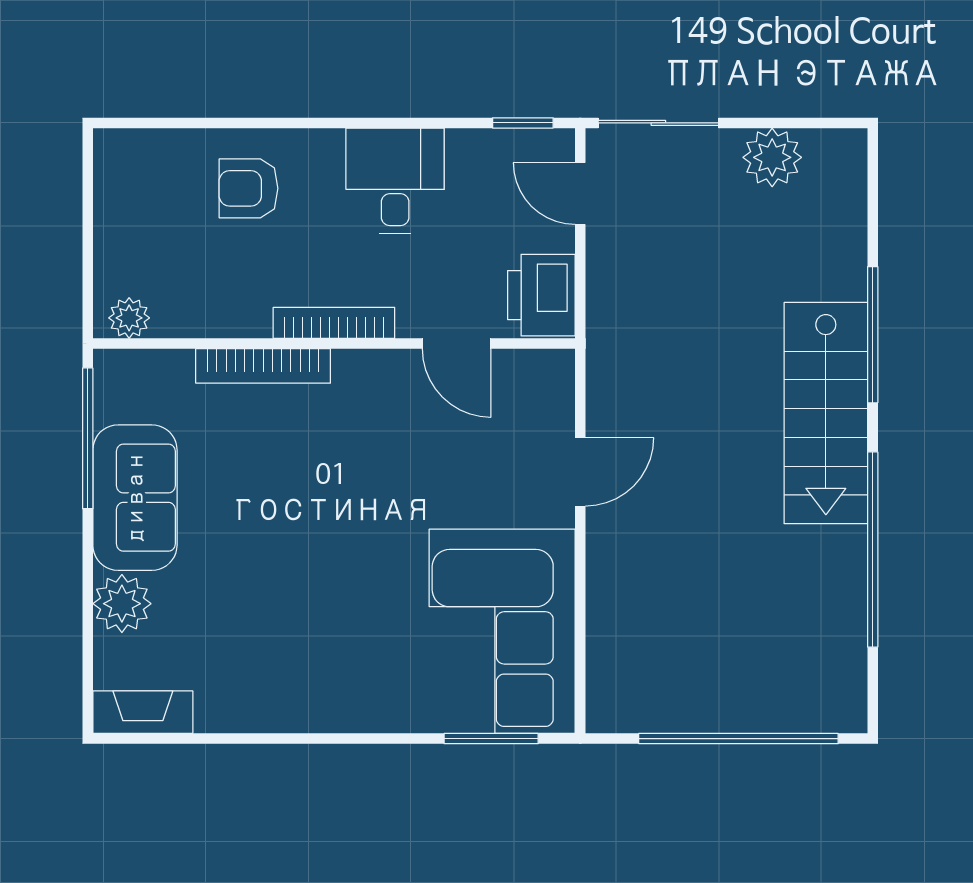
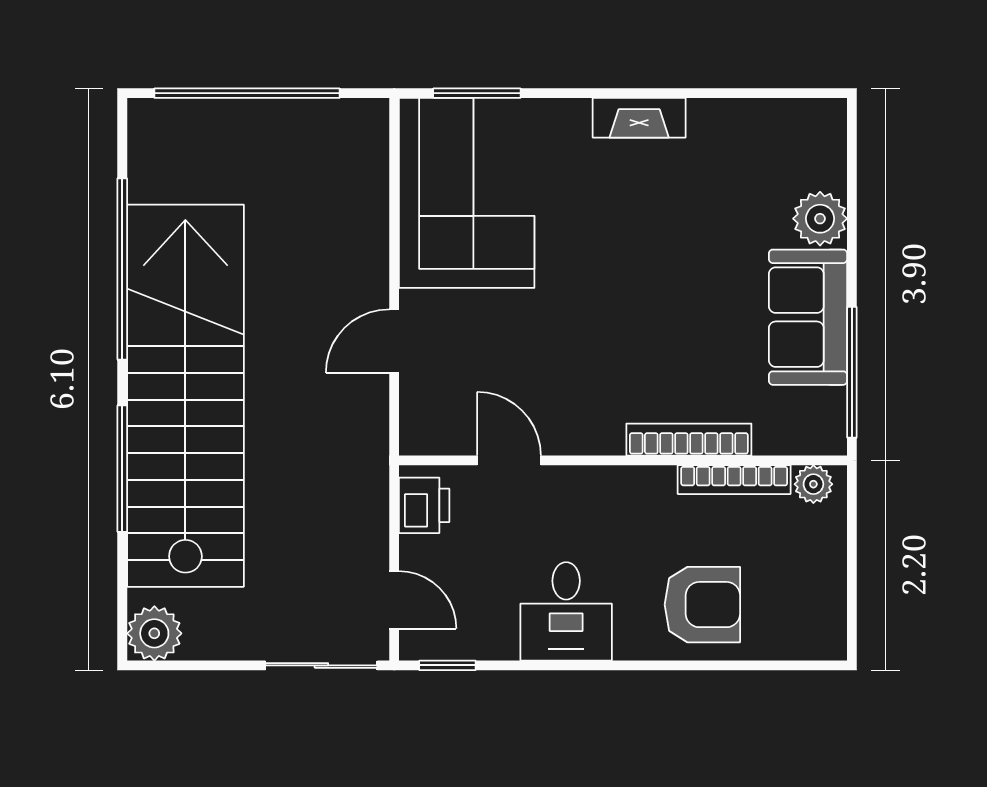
plant: (772, 157) -> (154, 633), moved
armchair: (249, 188) -> (702, 605), width x1.38, depth x1.38
printer: (541, 295) -> (424, 505), width x0.73, depth x0.81
bookcase: (334, 323) -> (734, 480), moved
stairs: (826, 413) -> (185, 396), width x1.86, depth x1.51
fireplace: (143, 712) -> (639, 118), moved

